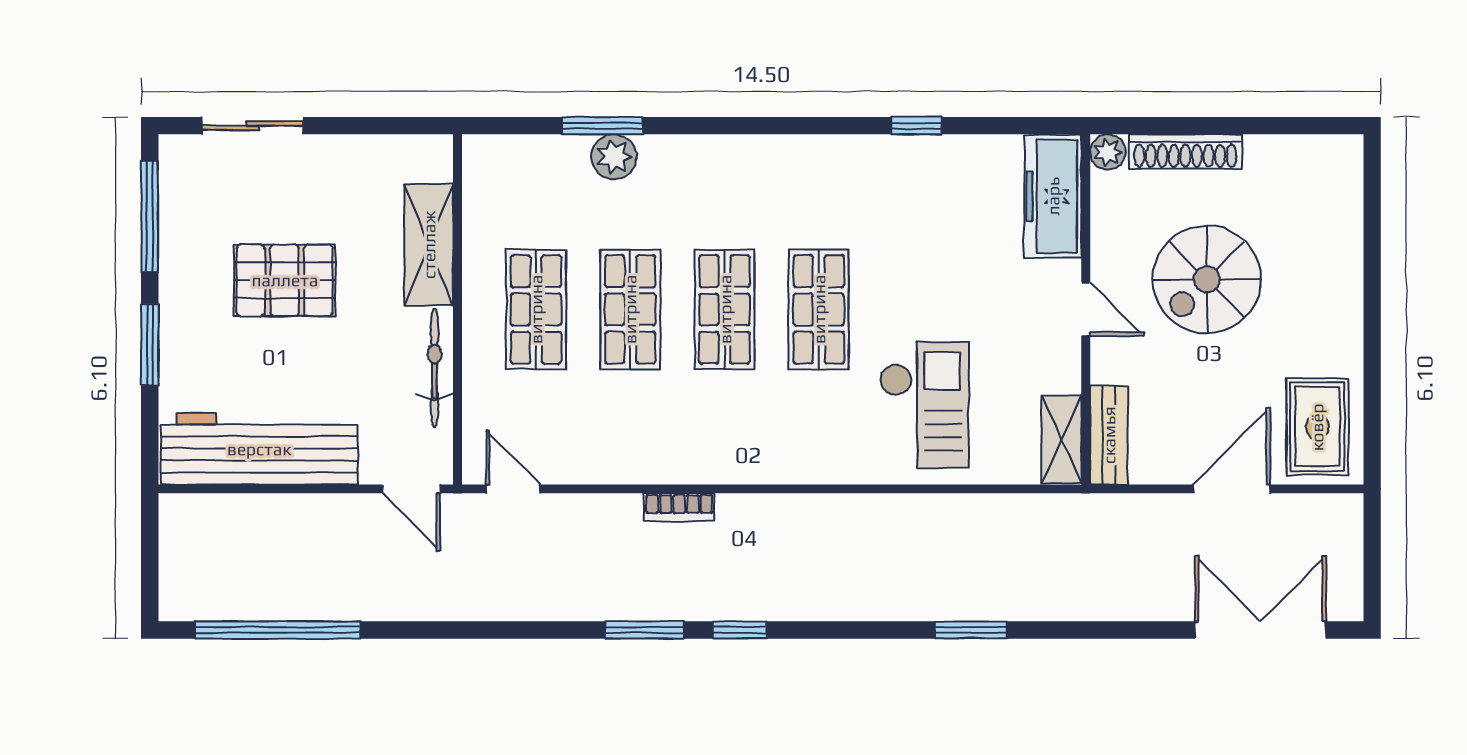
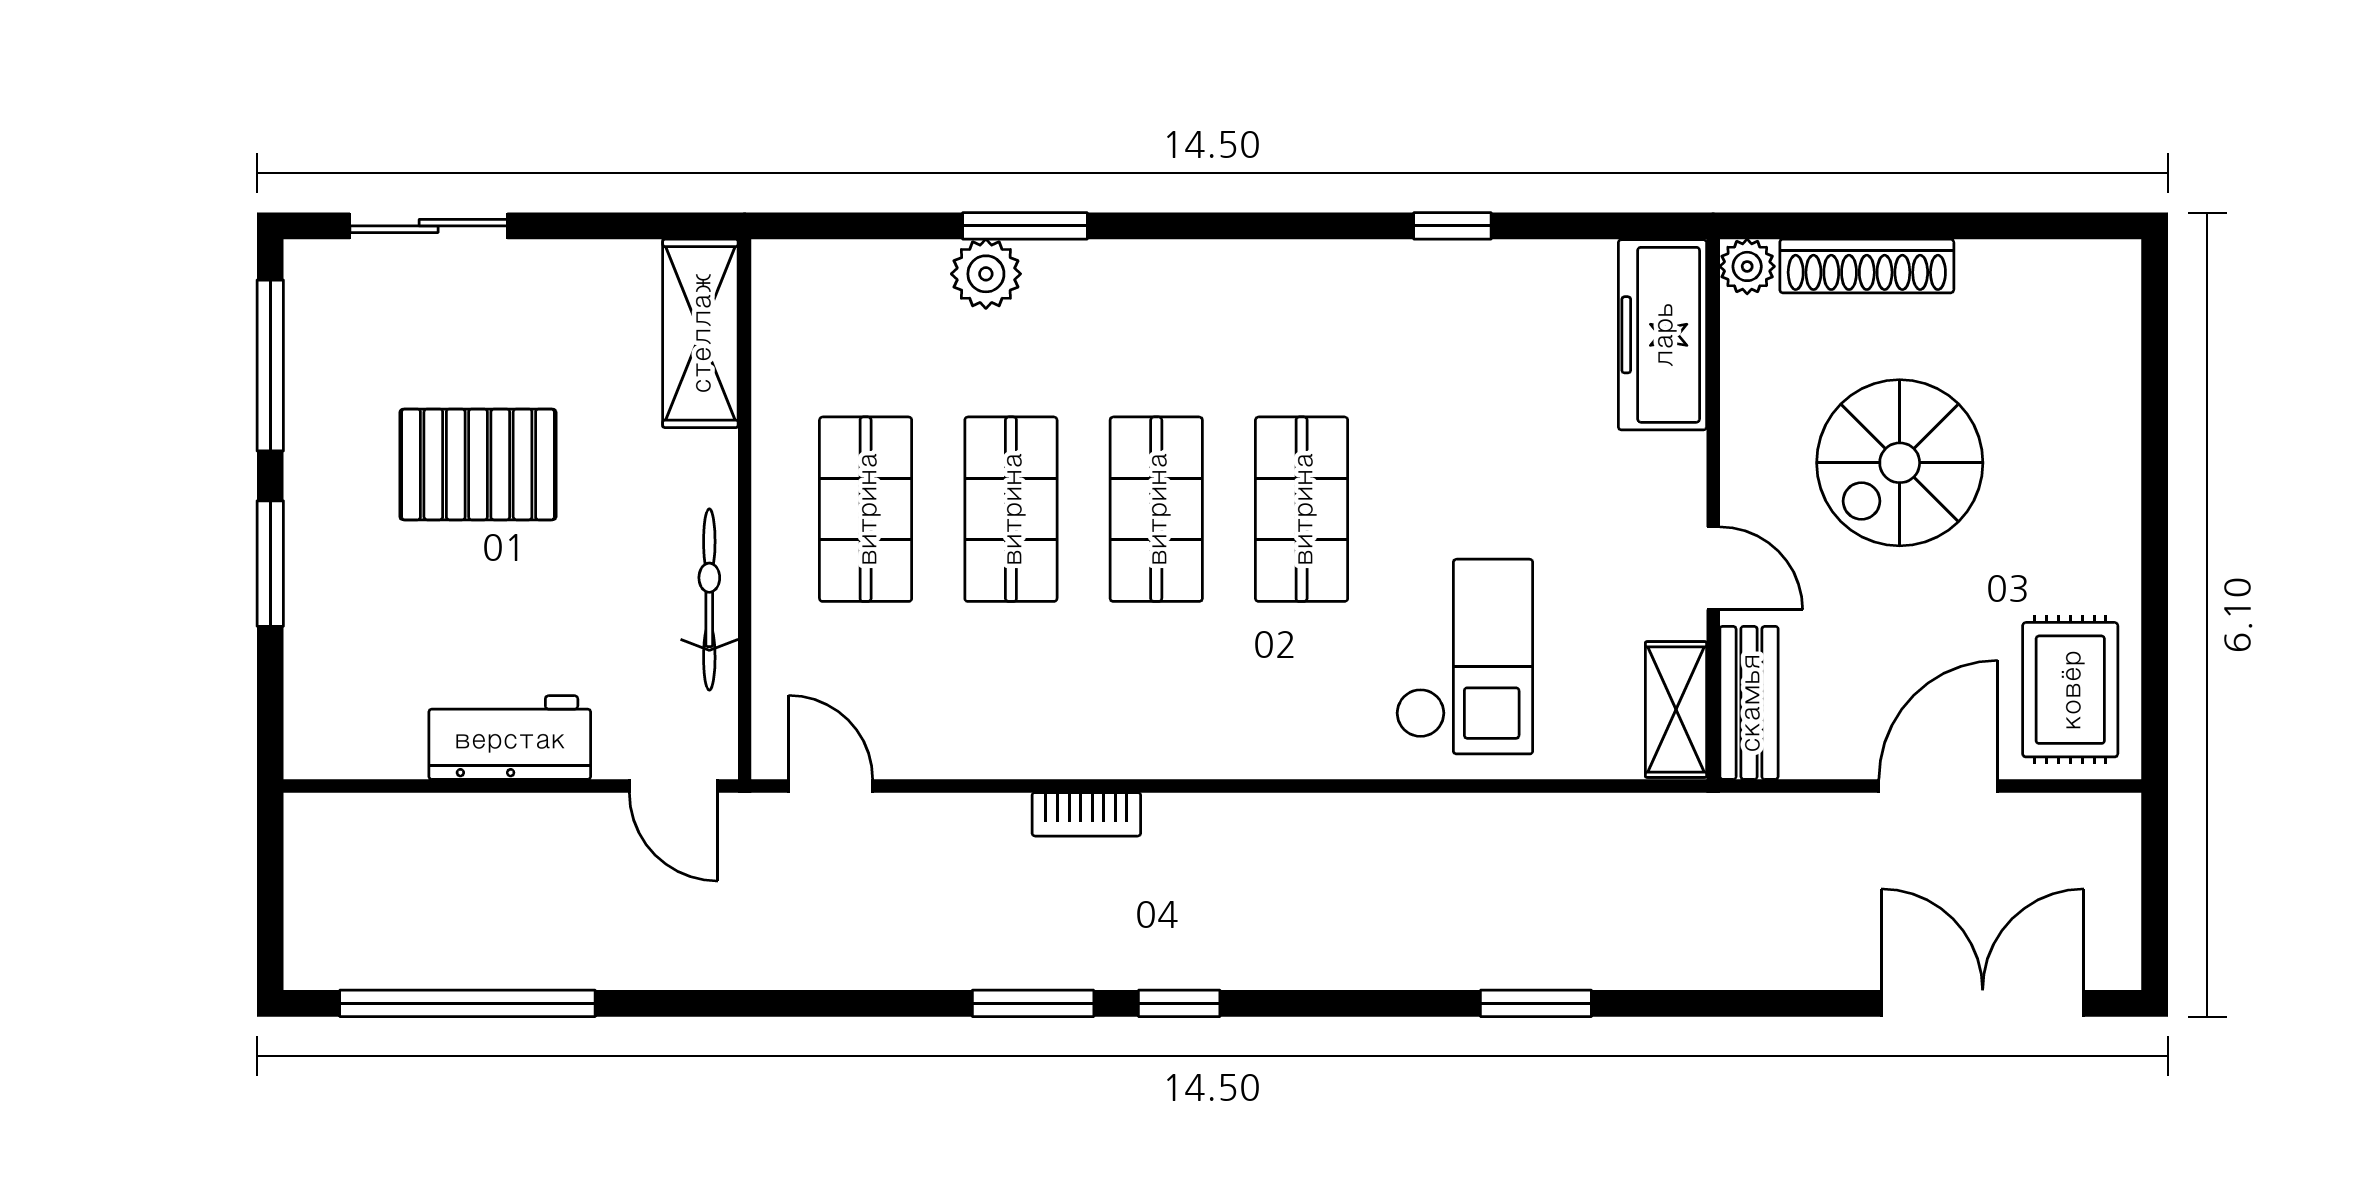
window: (602, 126) -> (1025, 226), moved
shelving: (429, 245) -> (700, 333), moved
door: (1086, 309) -> (1713, 568), moved
workbench: (259, 449) -> (510, 738), width x0.53, depth x0.76

